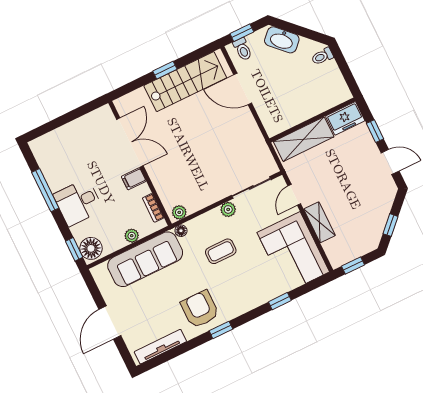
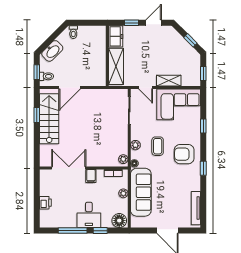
window: (165, 70) -> (37, 115), moved
printer: (66, 133) -> (45, 203), added
plant: (228, 209) -> (135, 145), moved
window: (74, 249) -> (100, 231), moved
armchair: (200, 309) -> (184, 154), moved

